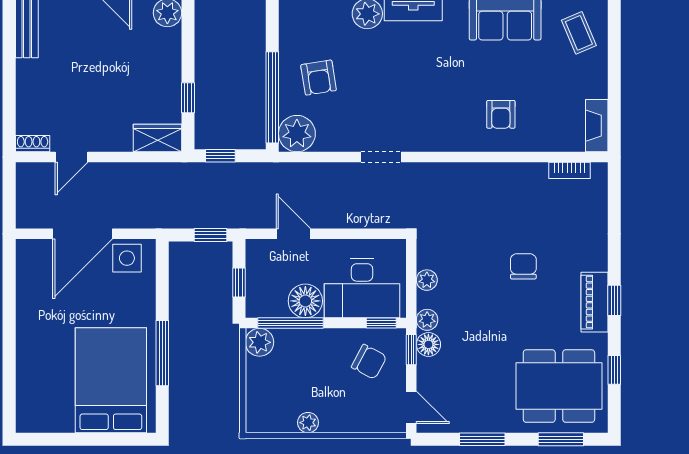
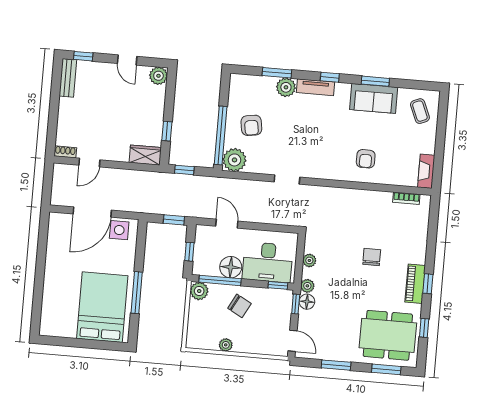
chair: (369, 362) -> (239, 306), moved

